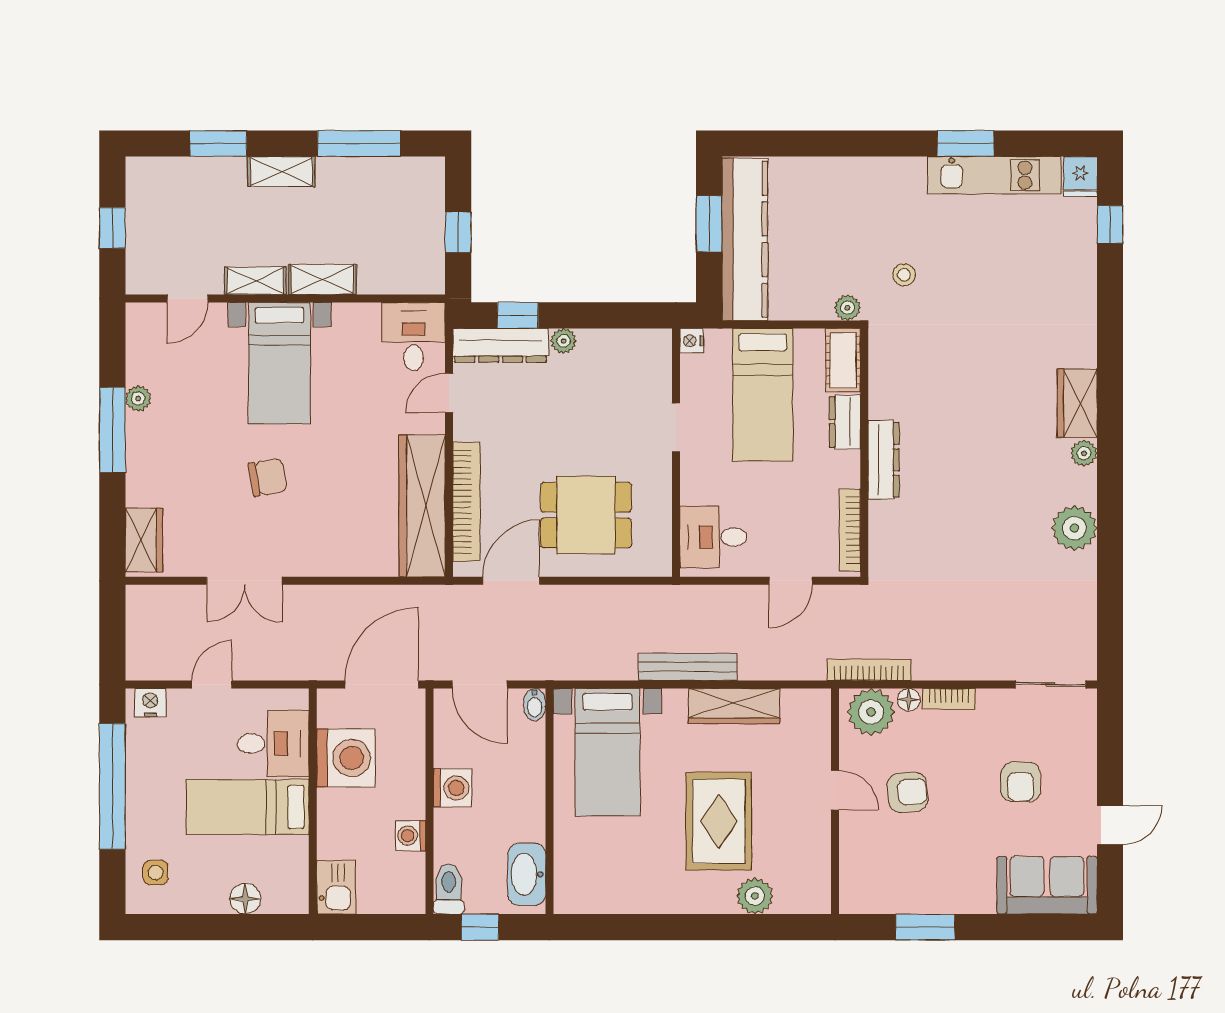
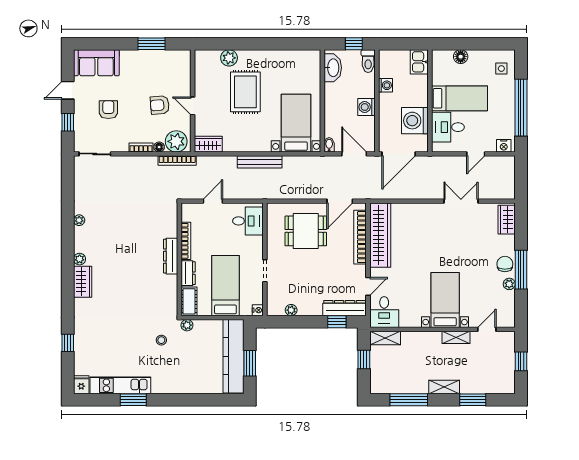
window: (1110, 224) -> (68, 343), moved
shelving: (322, 279) -> (385, 338), moved
plant: (564, 341) -> (291, 310), moved
chair: (268, 477) -> (505, 264), moved, turned 100
plant: (1074, 528) -> (79, 220), width x0.53, depth x0.53
bookcase: (850, 530) -> (186, 241), moved
wardrobe: (734, 706) -> (208, 144), moved, width x0.67
window: (1110, 754) -> (68, 122), added

